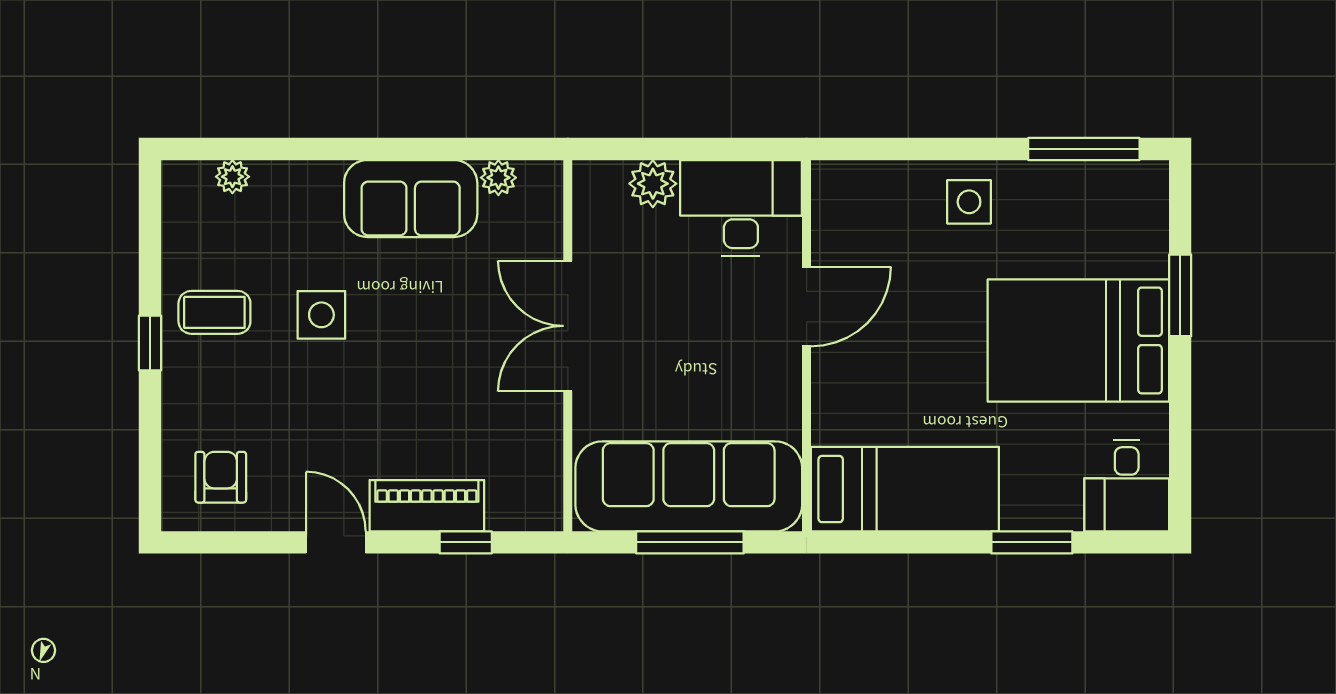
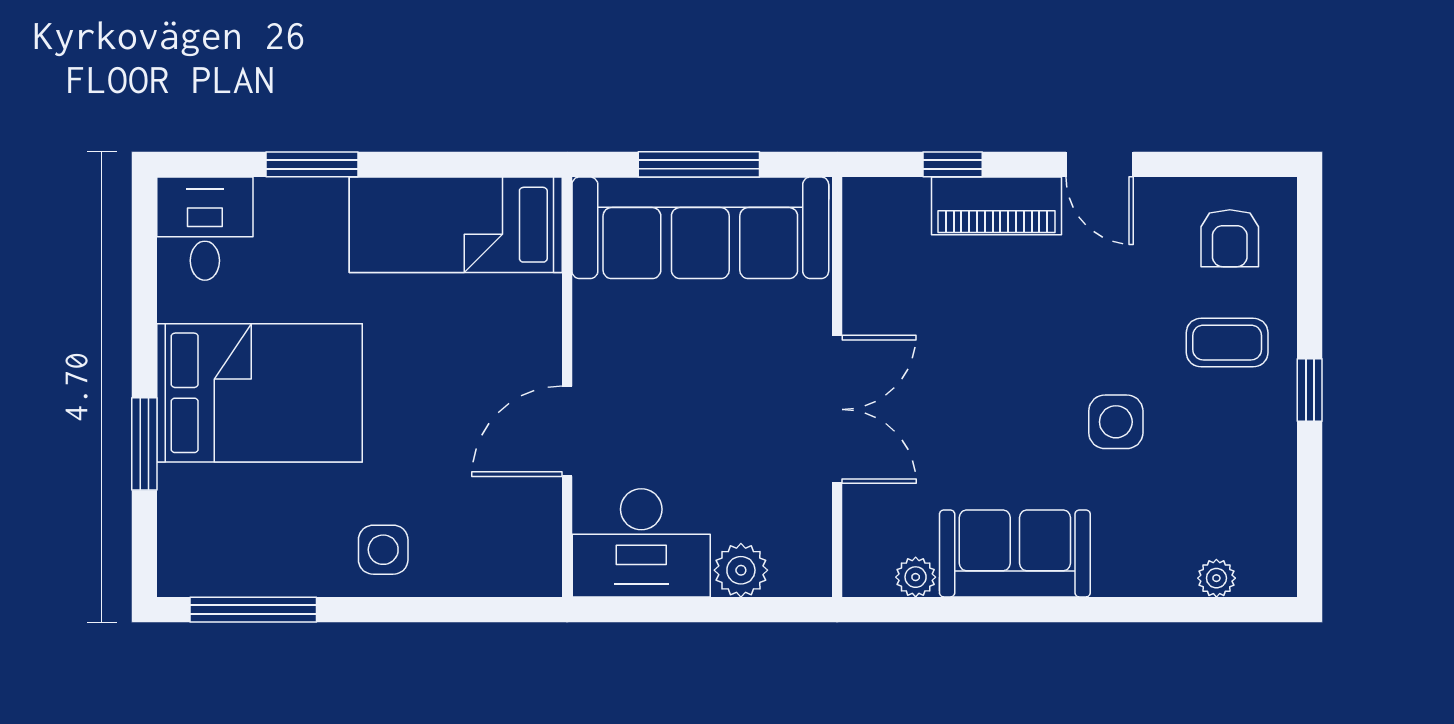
coffee table: (214, 312) -> (1227, 343), moved

